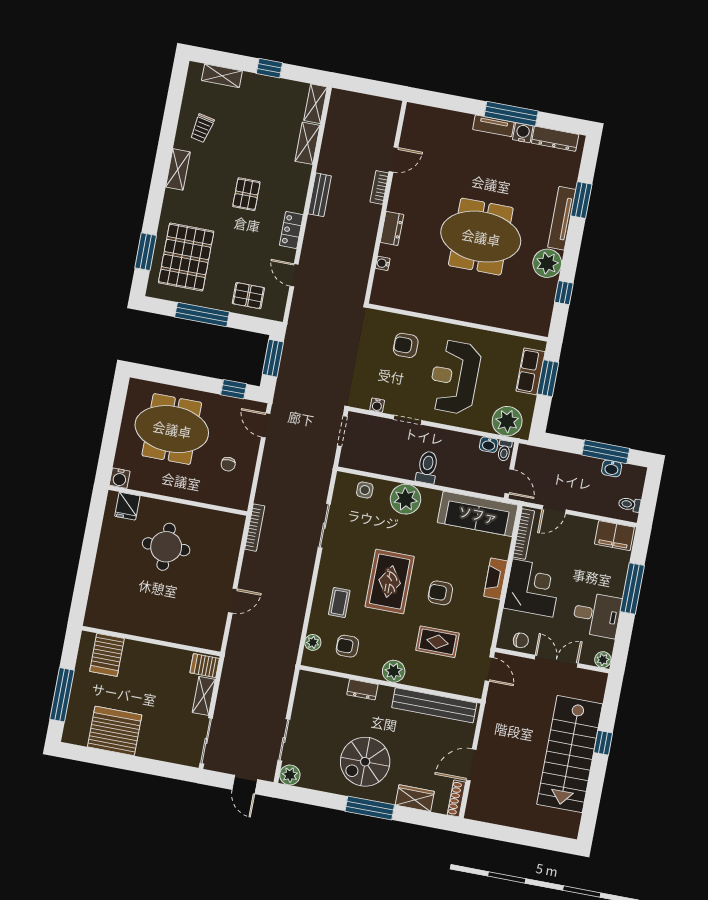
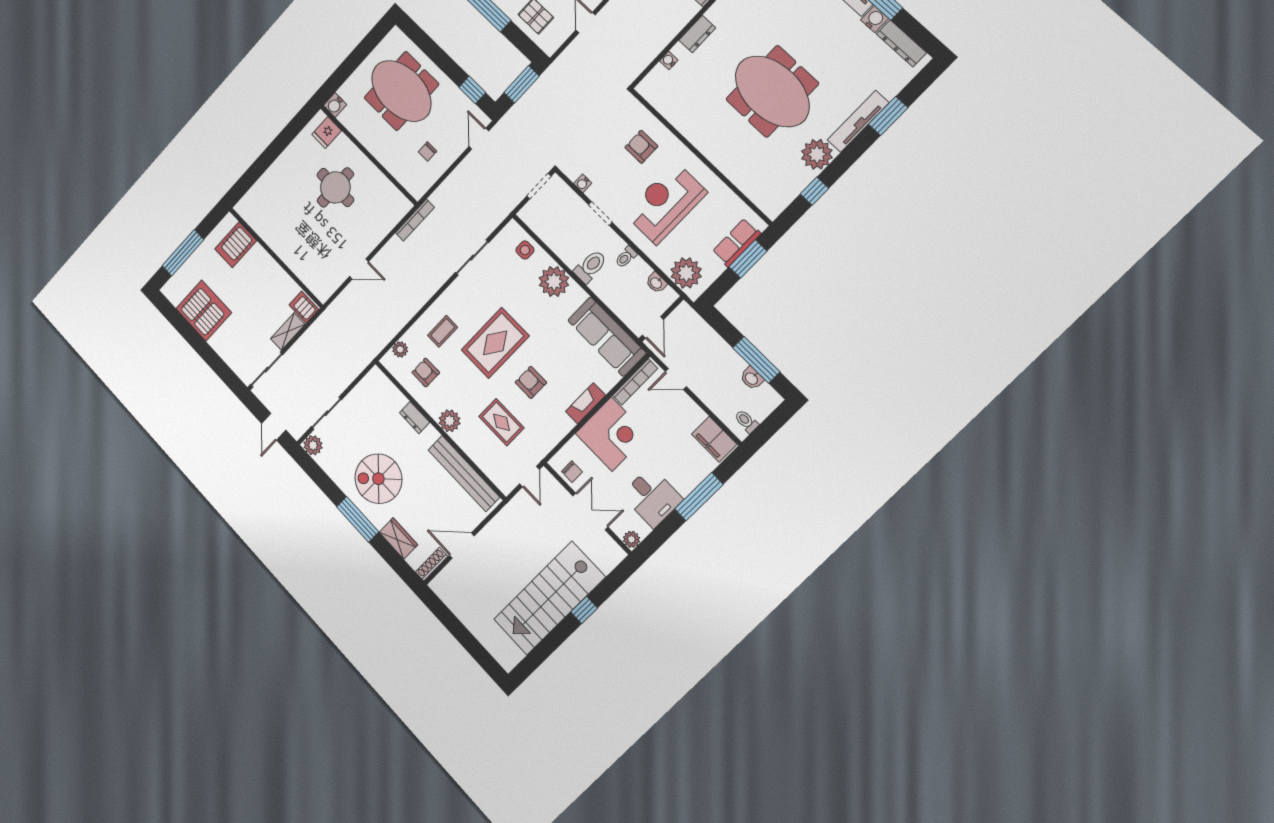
toilet: (504, 451) -> (626, 257), moved

